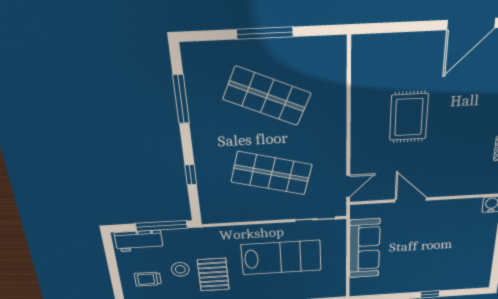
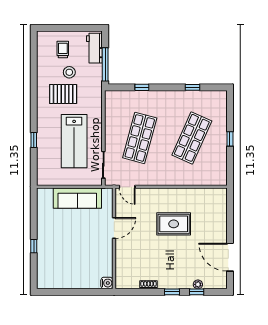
window: (265, 33) -> (230, 139), width x0.46
window: (181, 99) -> (193, 87), width x0.46

